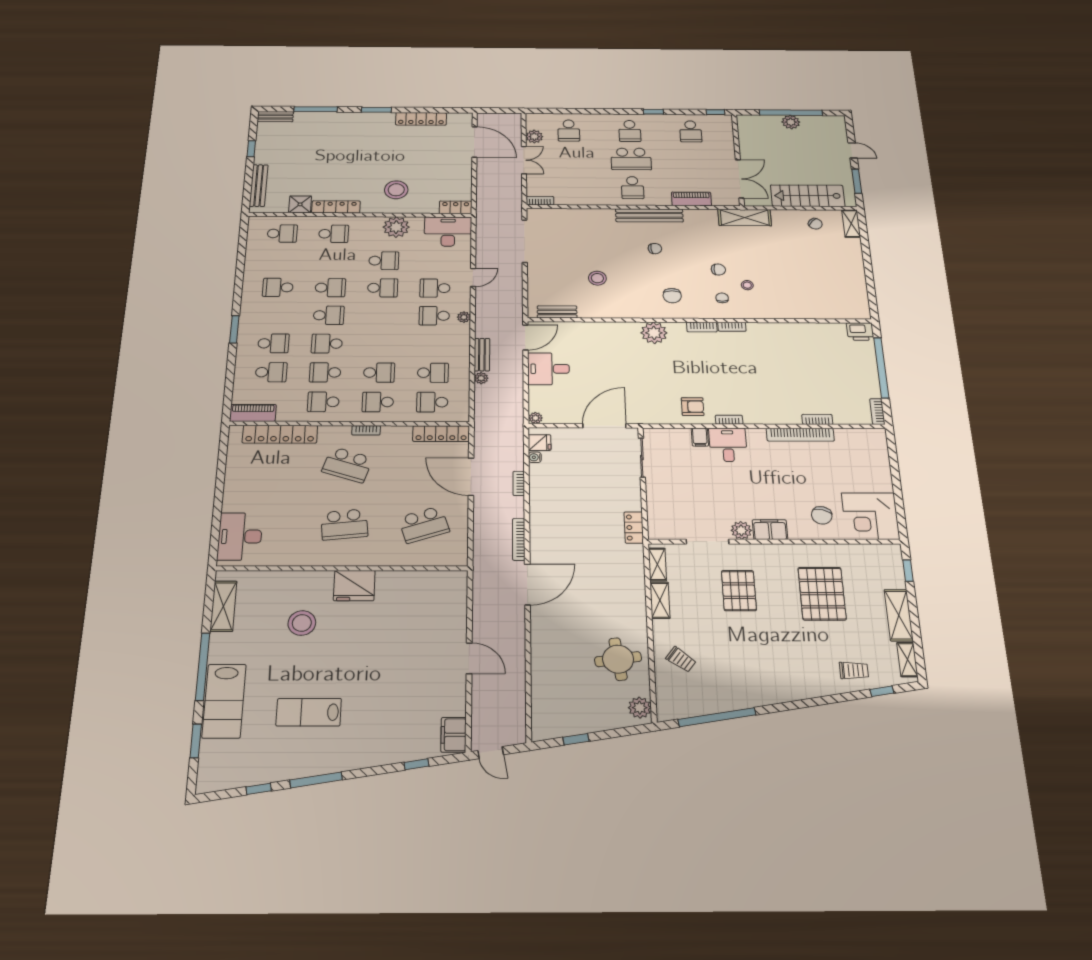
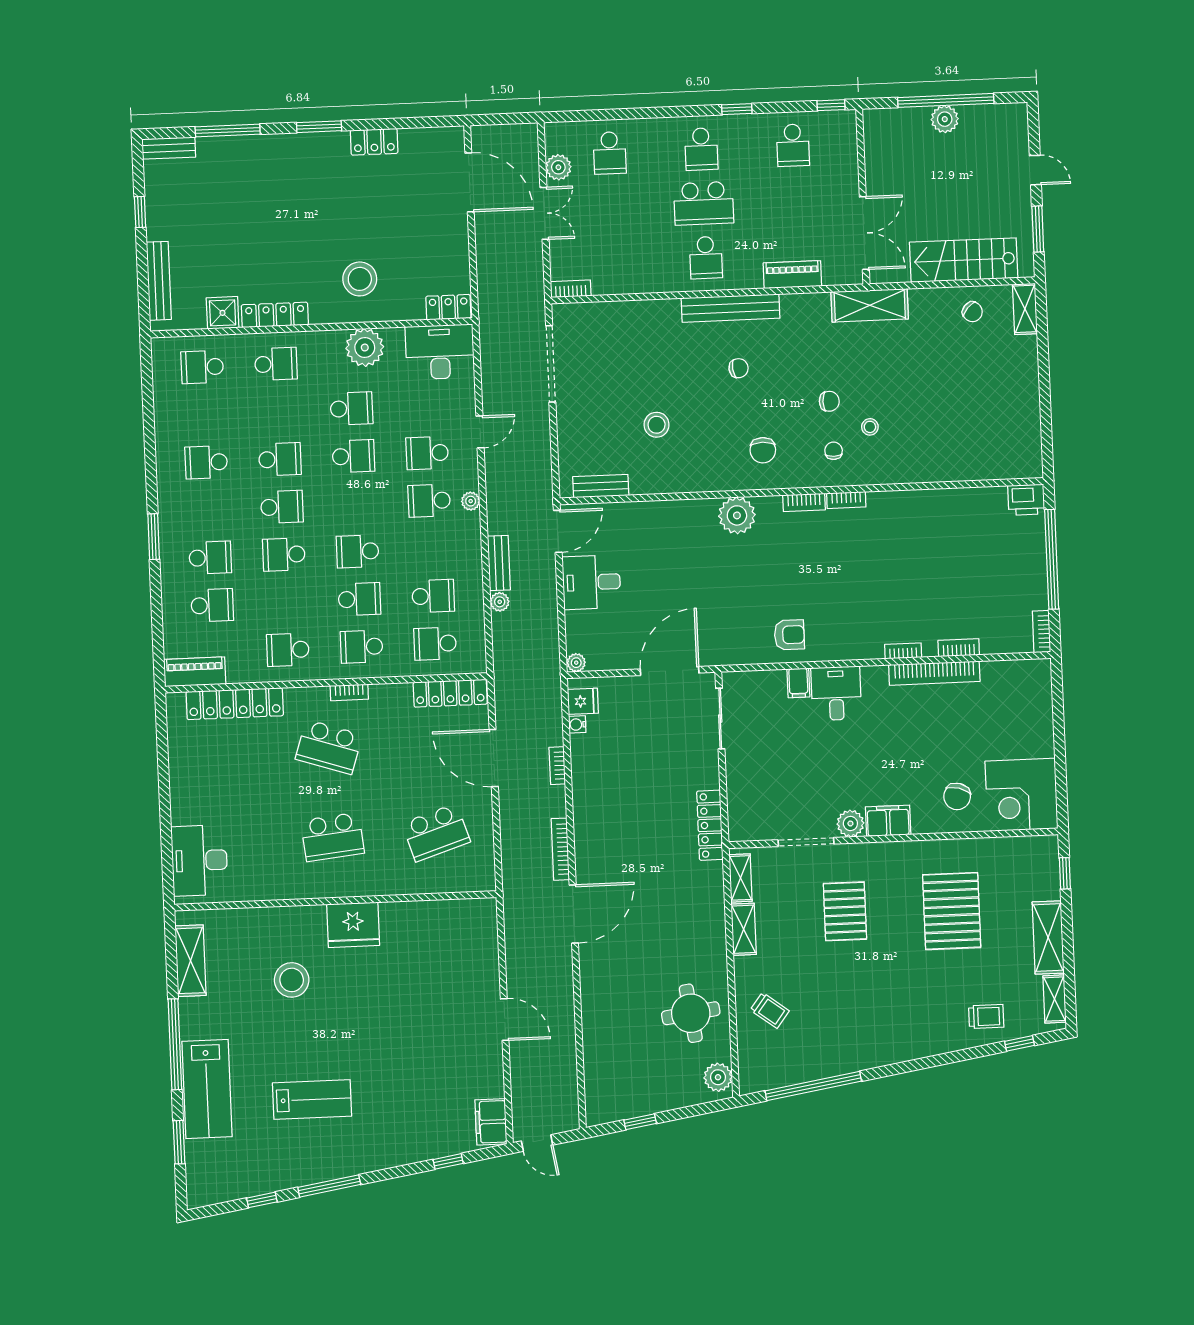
locker: (421, 119) -> (374, 142), width x0.66
school desk: (282, 234) -> (202, 367), turned 180
school desk: (325, 372) -> (358, 551), moved
bookcase: (729, 420) -> (903, 651), moved
locker: (634, 528) -> (710, 825), width x1.53
lab bench: (309, 712) -> (312, 1100), turned 180

